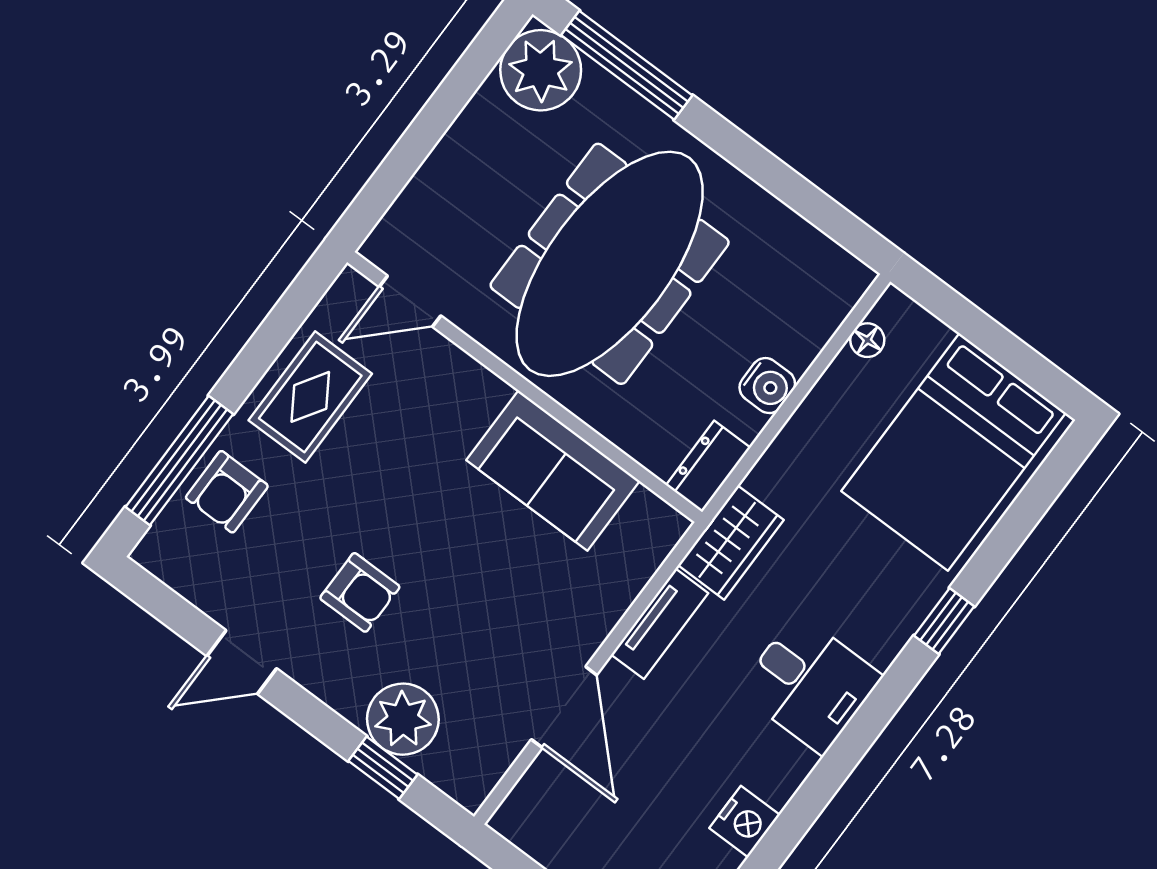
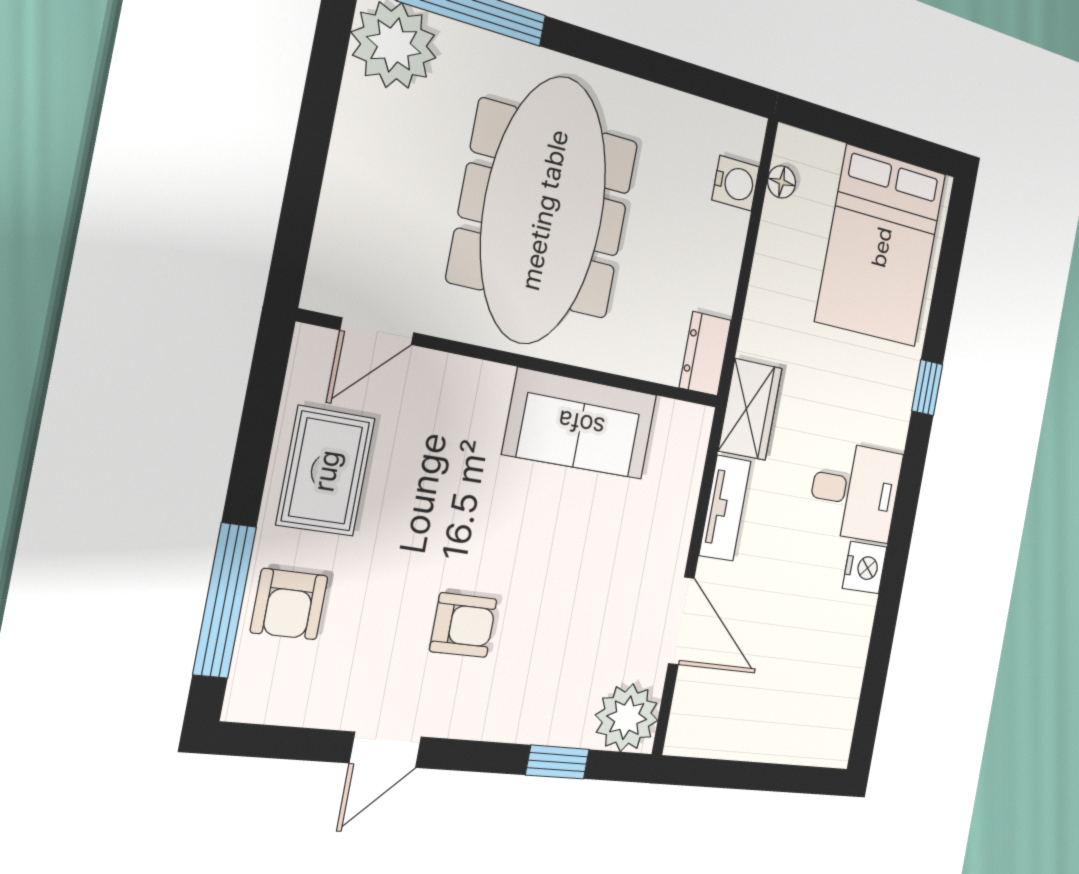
water cooler: (767, 386) -> (736, 183), moved
plant: (403, 719) -> (627, 718), moved
nightstand: (745, 822) -> (865, 568), moved

